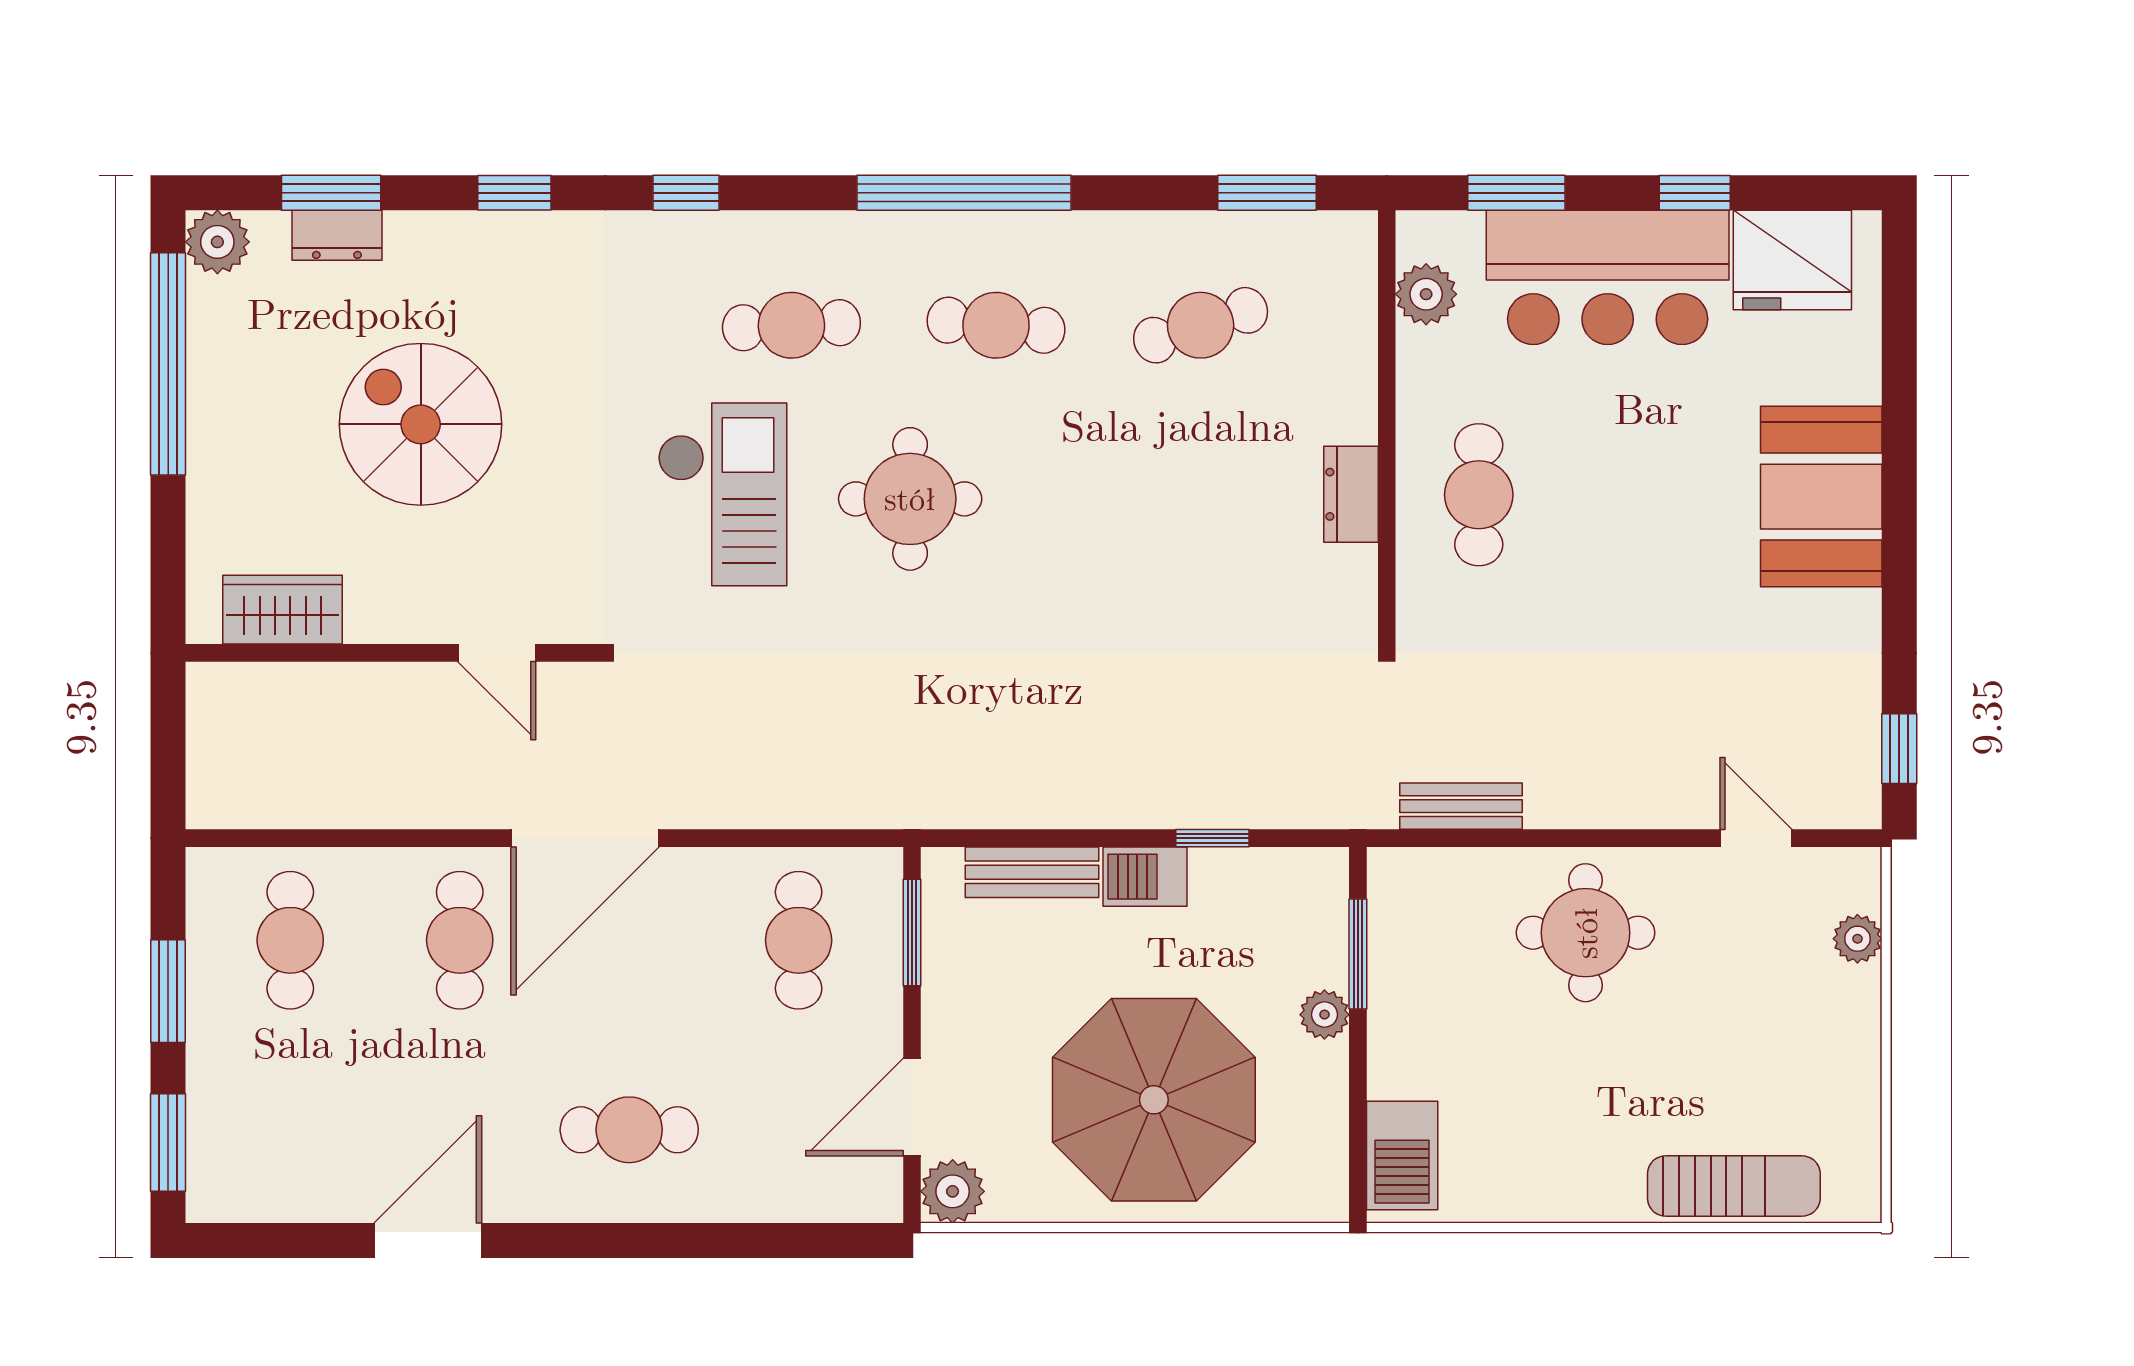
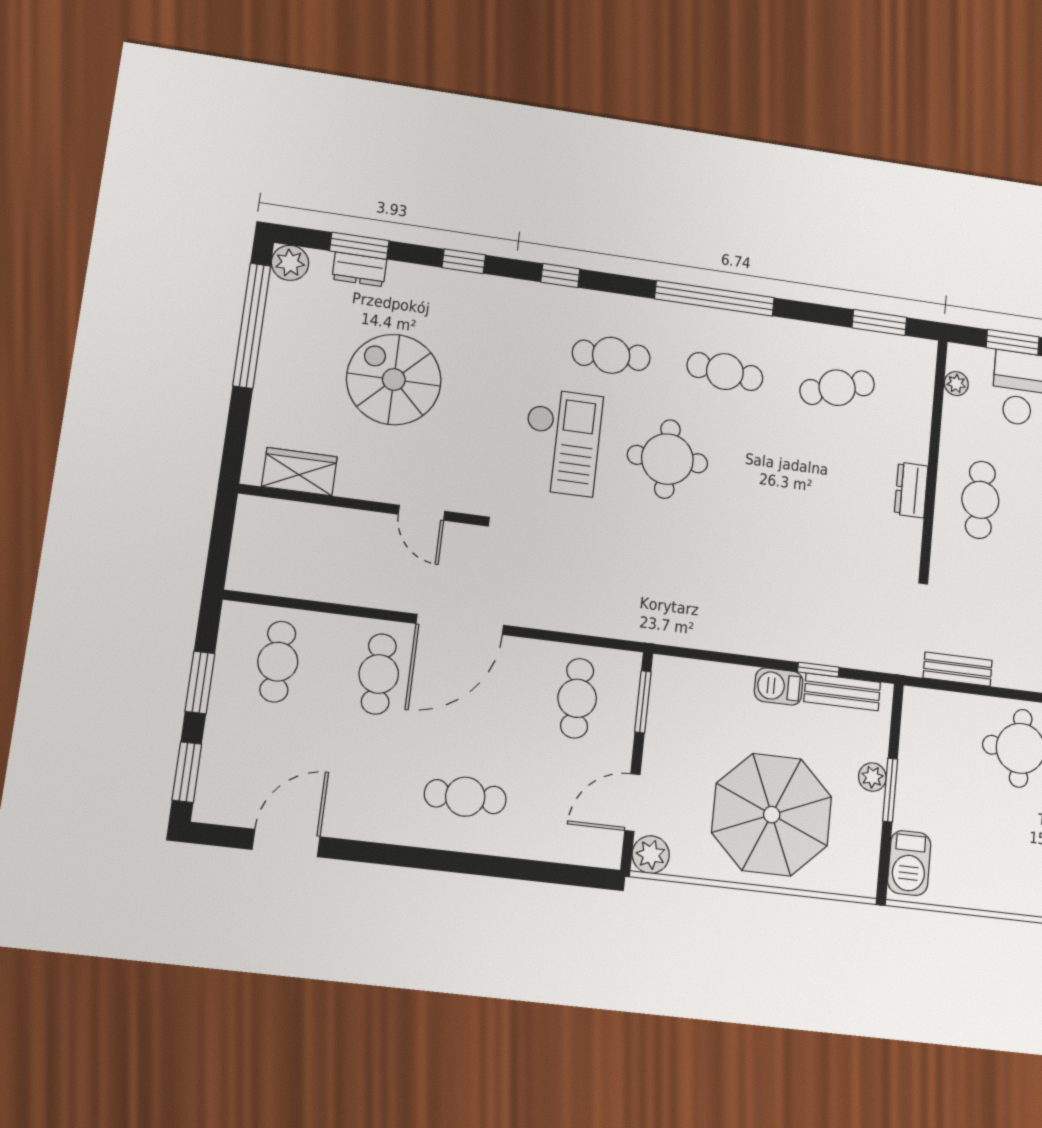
plant: (1426, 294) -> (956, 384), width x0.73, depth x0.73
bench: (1032, 872) -> (842, 692), moved
window: (1358, 954) -> (890, 790), moved
door: (428, 1241) -> (286, 843), moved

